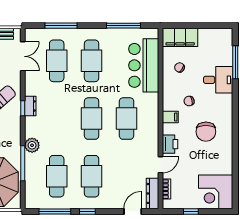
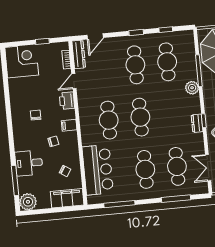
plant: (223, 38) -> (28, 202), added
chair: (206, 132) -> (36, 115), width x0.54, depth x0.54
window: (55, 211) -> (166, 30), width x0.46

